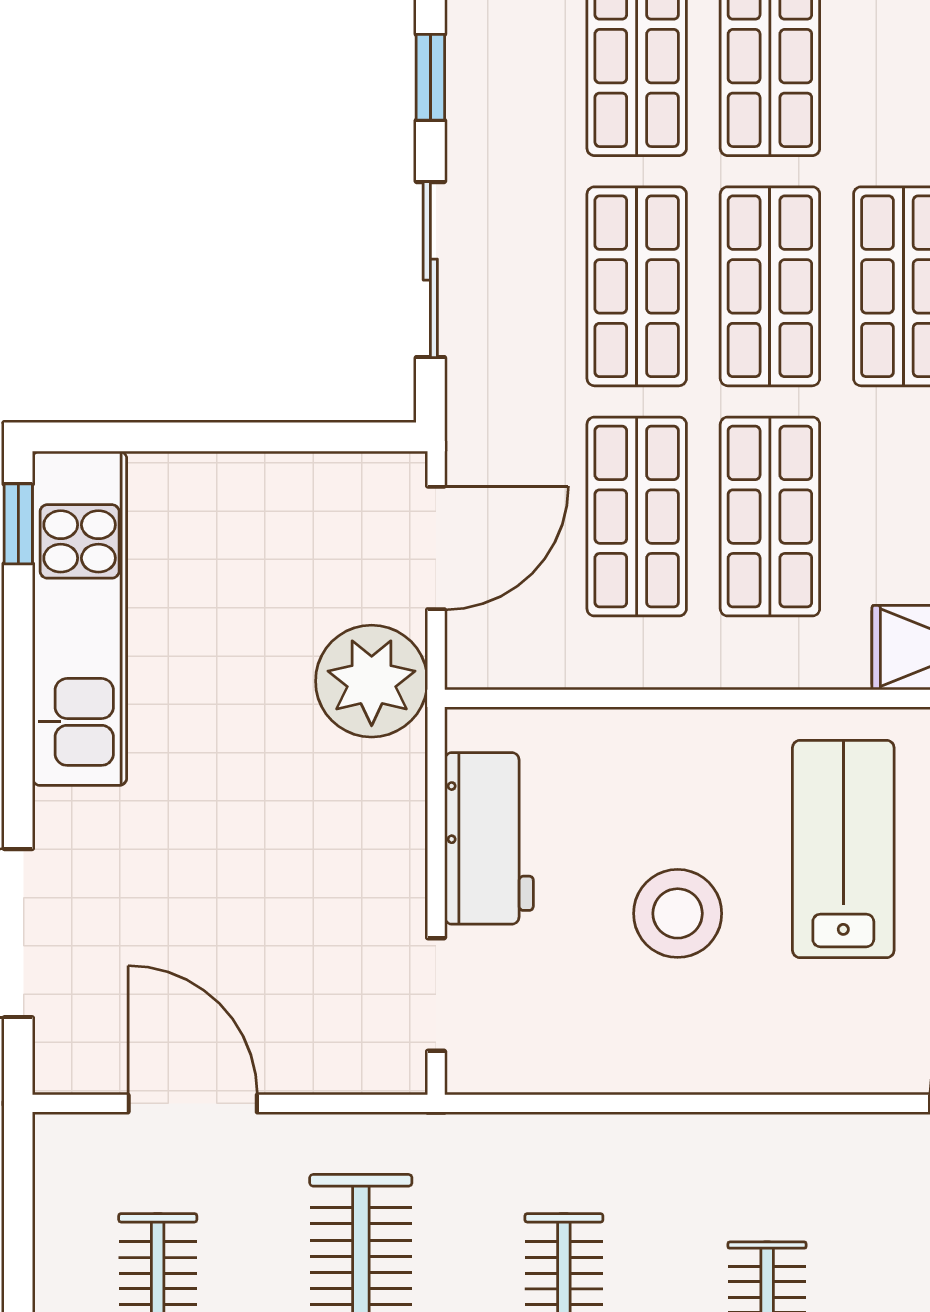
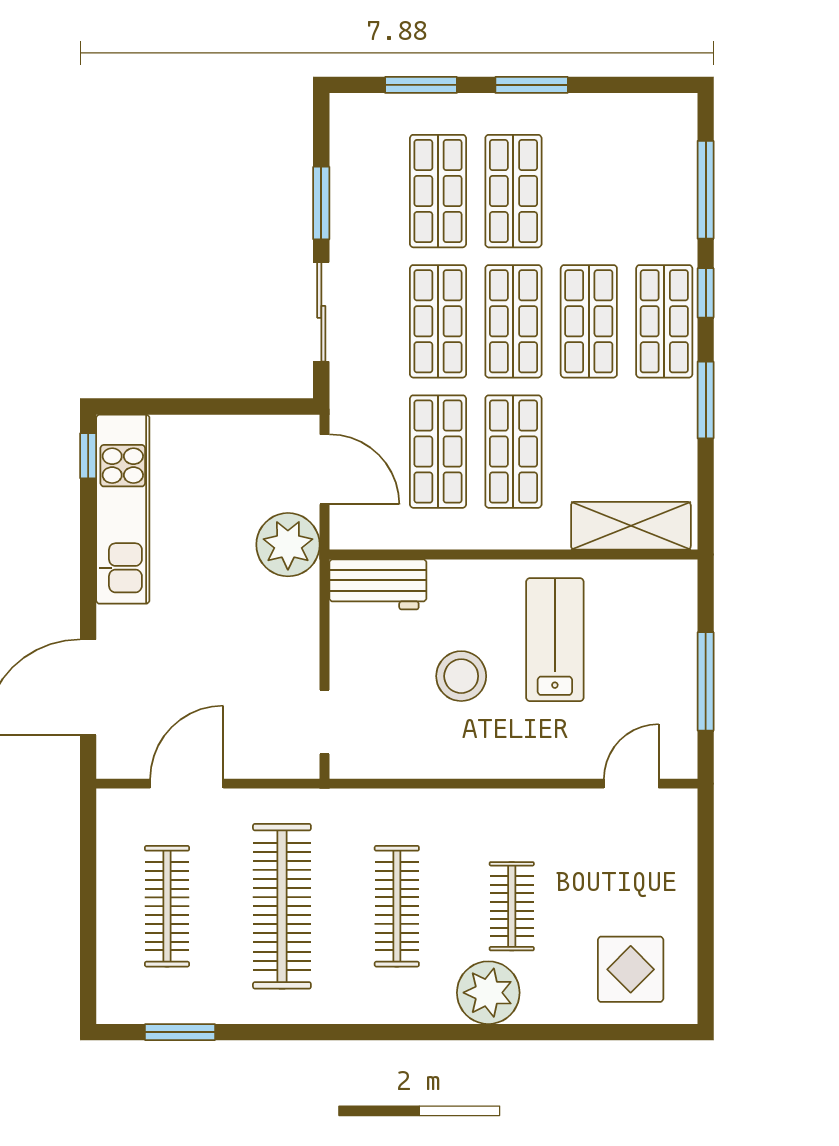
window: (430, 77) -> (321, 203), width x1.50
door: (436, 548) -> (324, 469), hinge flipped
workbench: (489, 838) -> (378, 584), moved, turned 90
door: (193, 1103) -> (187, 784), hinge flipped

